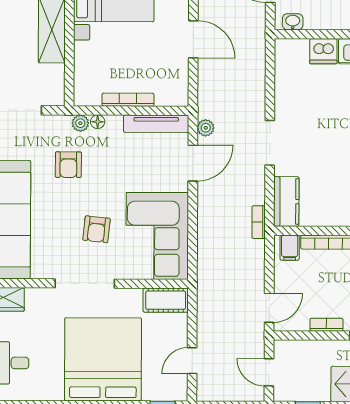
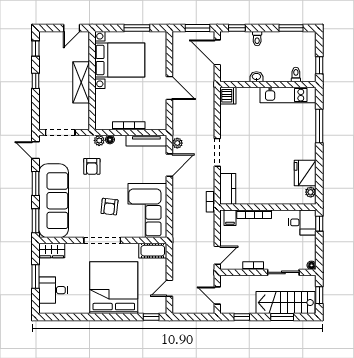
washbasin: (293, 22) -> (256, 77), moved
dishwasher: (323, 51) -> (228, 96), moved, turned -90

